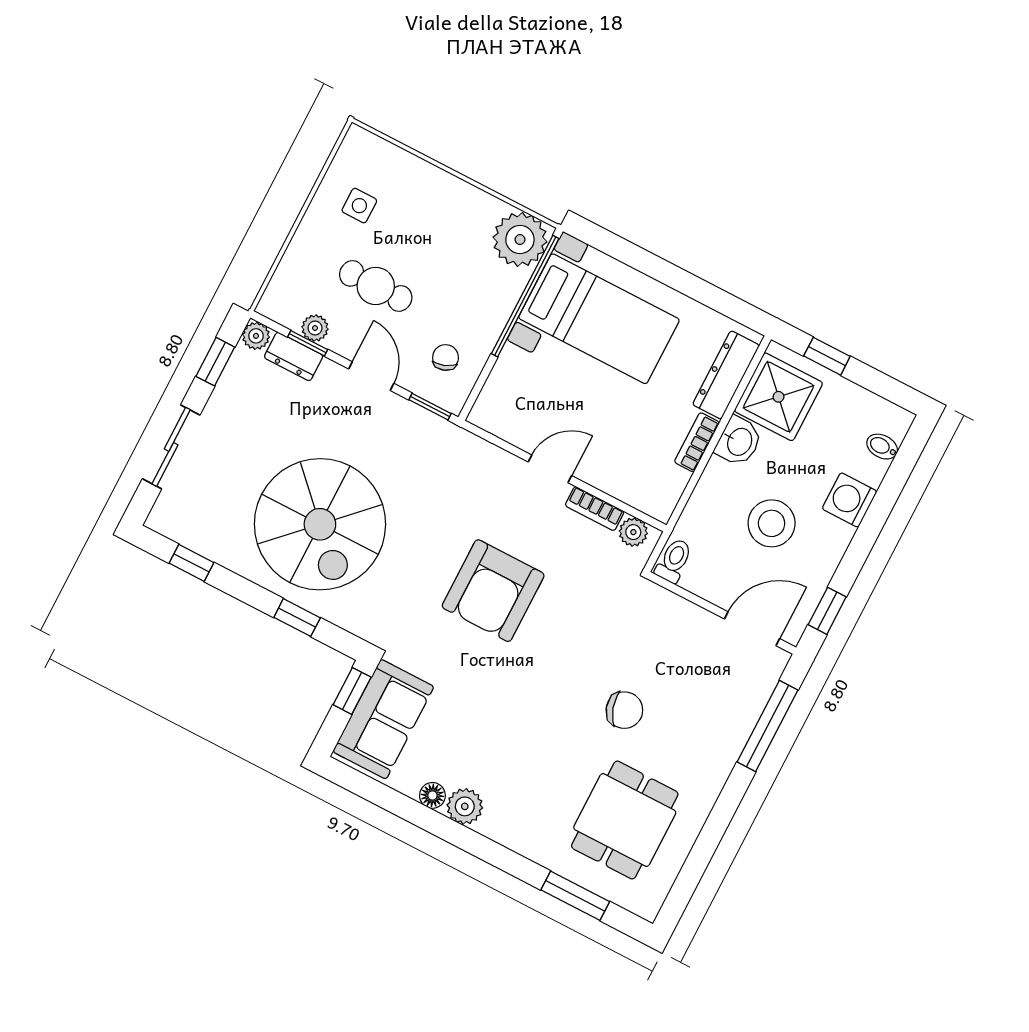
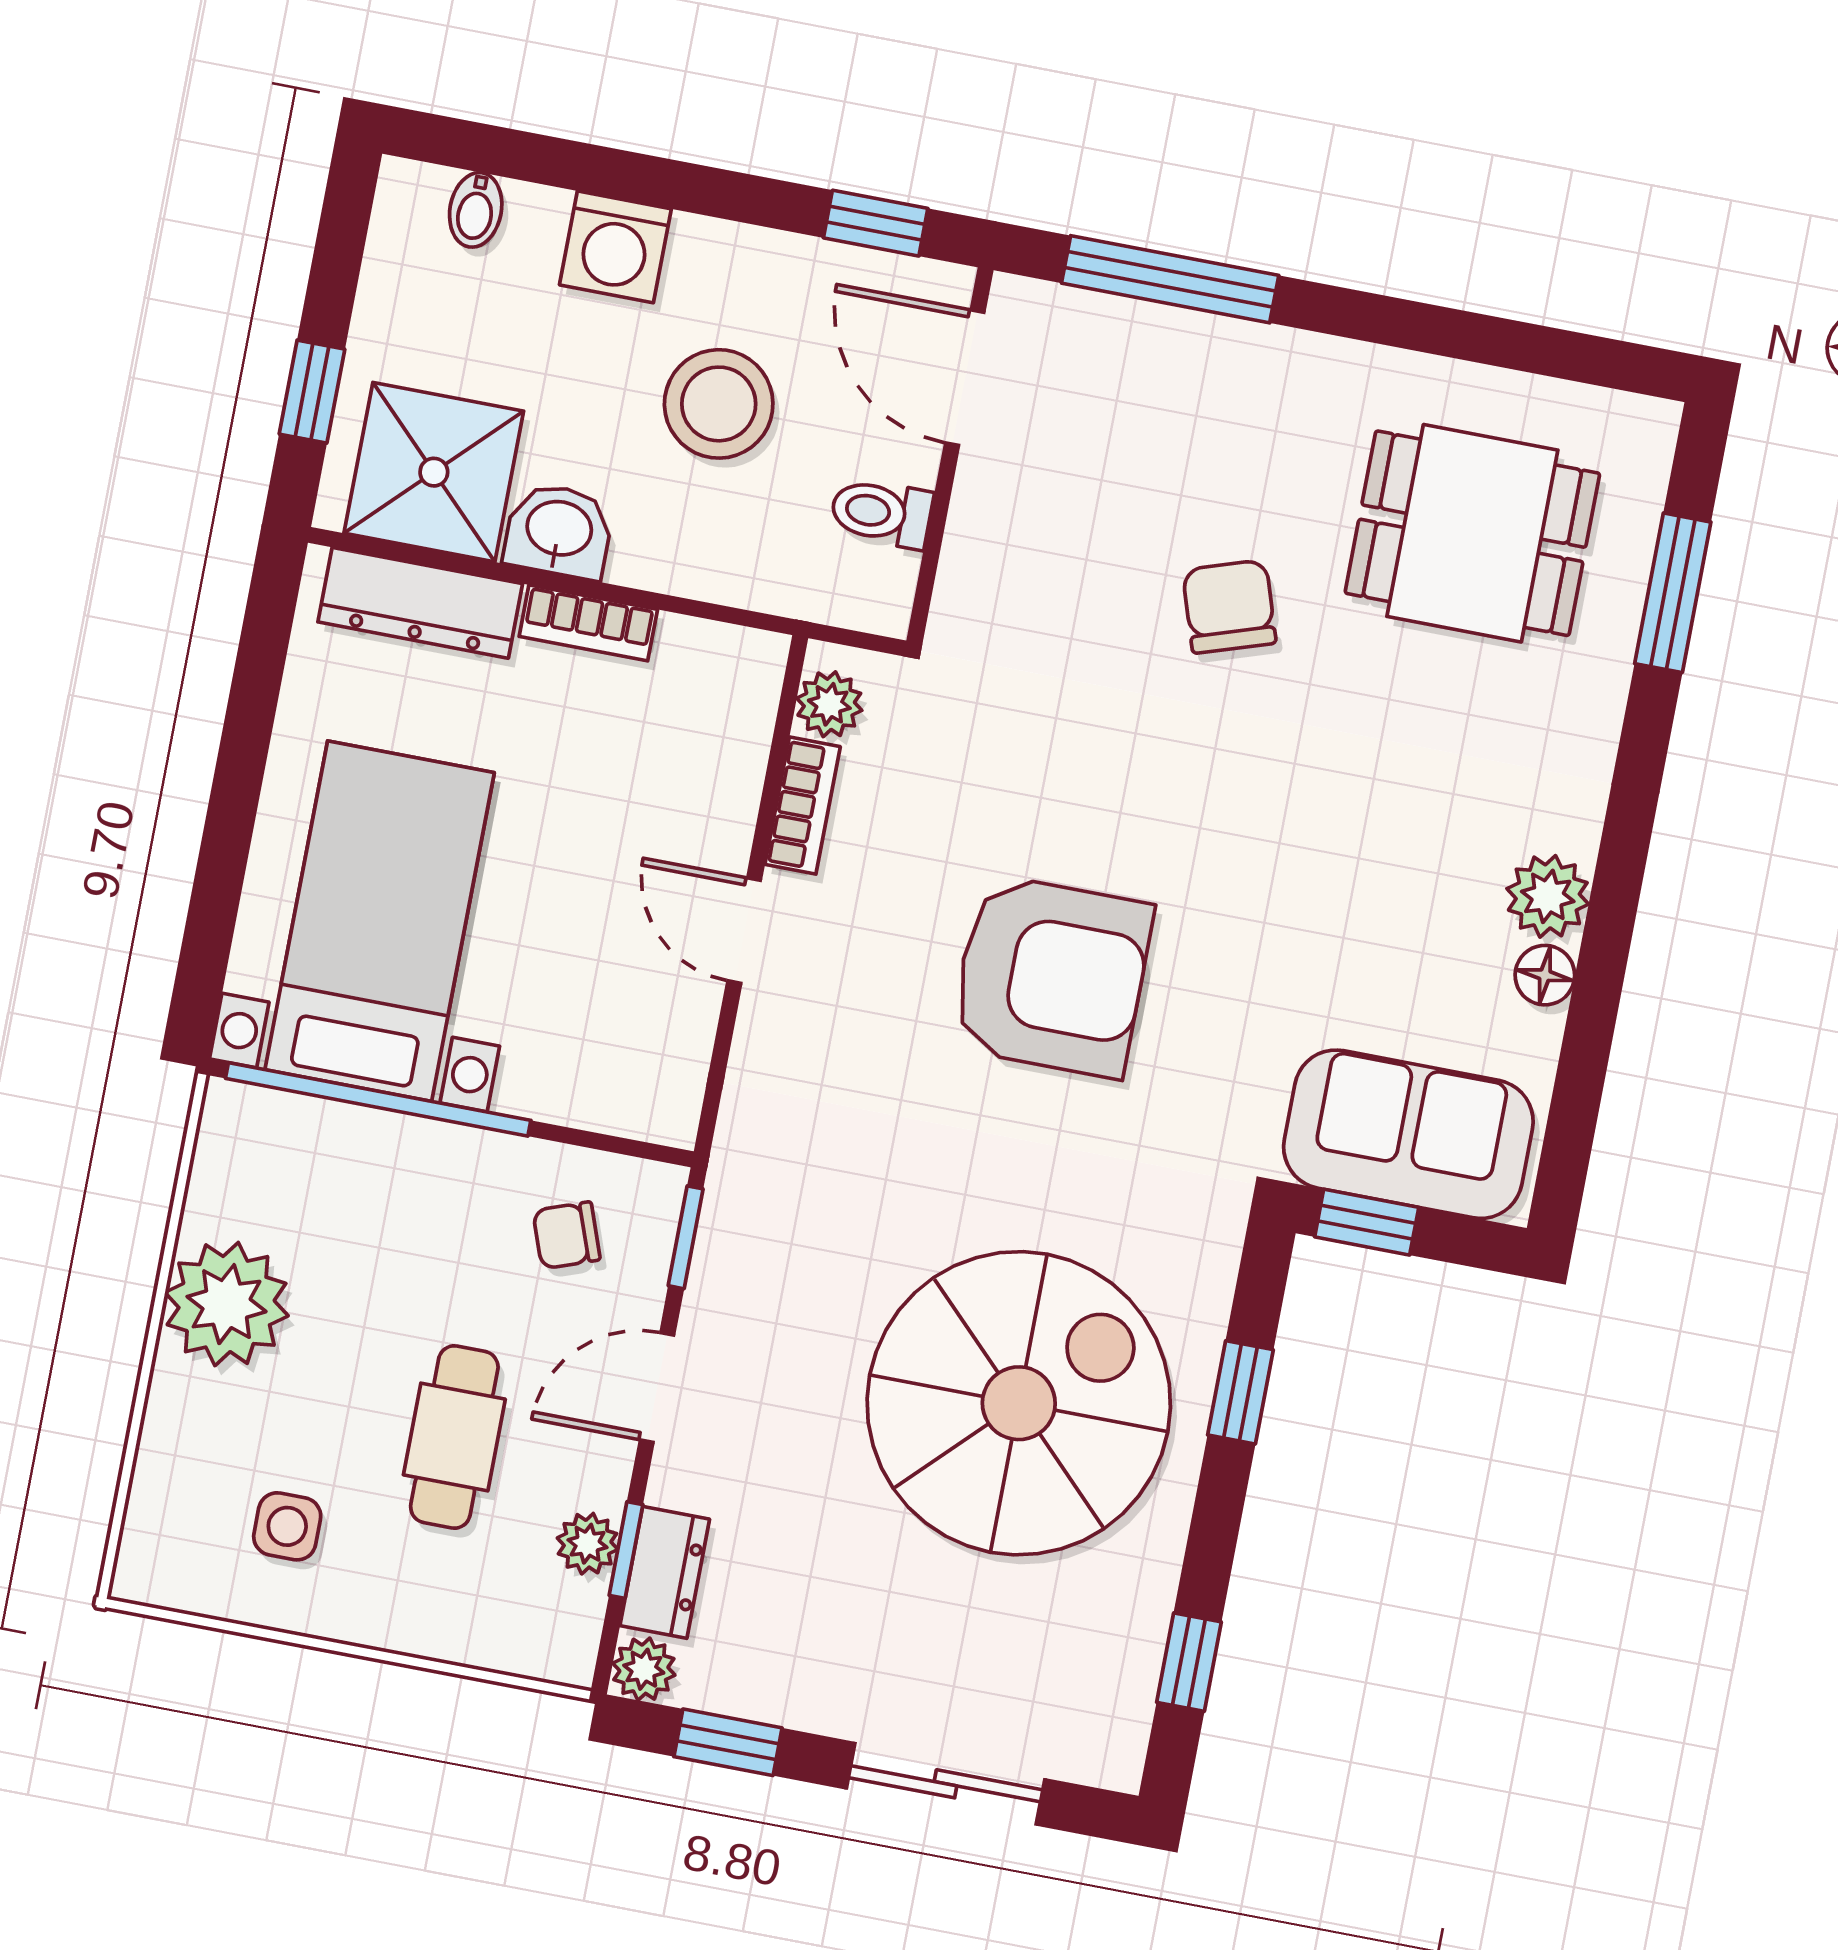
plant: (520, 240) -> (227, 1304), moved
toilet: (674, 561) -> (881, 513), moved

